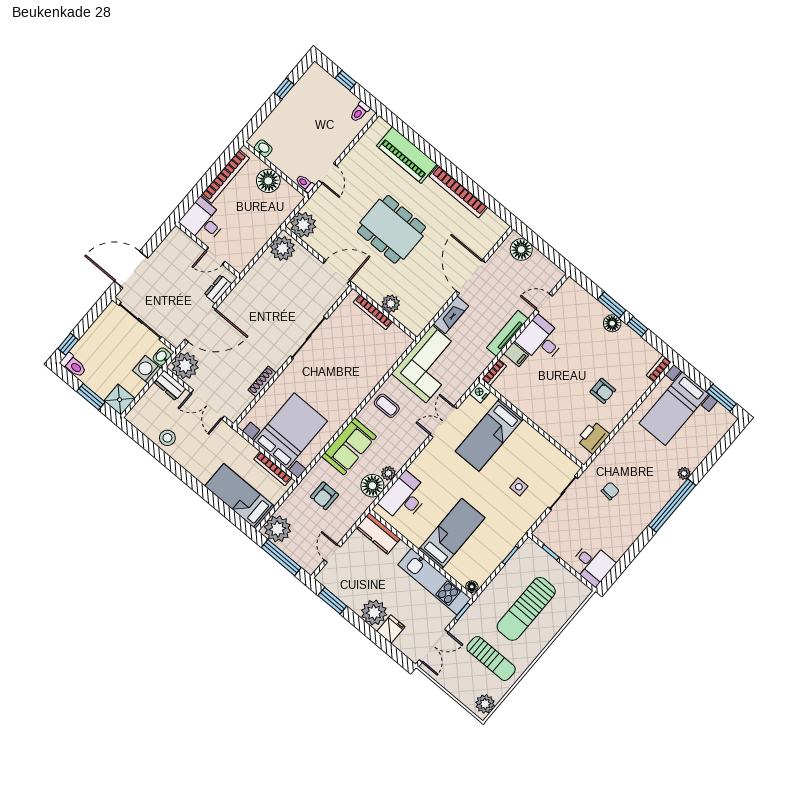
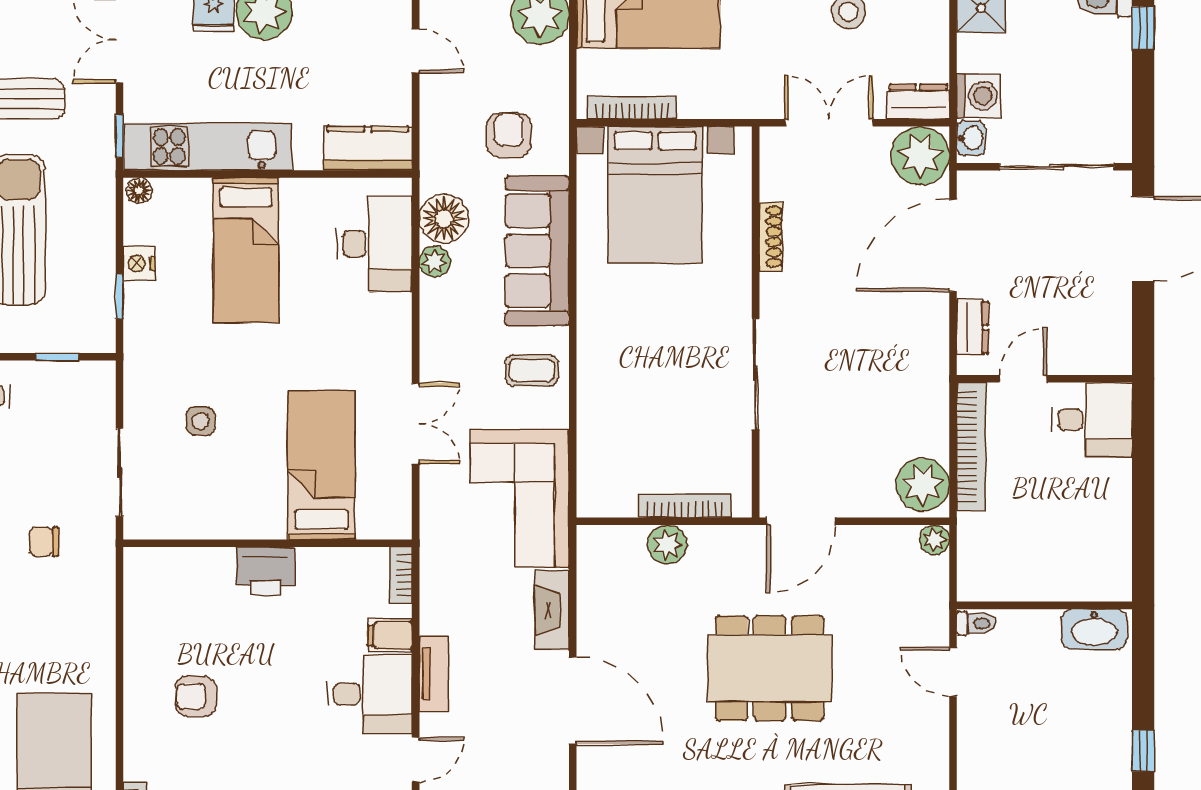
washbasin: (263, 148) -> (1094, 629), width x1.91, depth x1.45
bookcase: (225, 176) -> (971, 446), moved, turned 180
floor lamp: (268, 181) -> (1040, 576), removed
plant: (303, 225) -> (935, 540), width x0.53, depth x0.53
tv unit: (507, 333) -> (434, 674), width x0.71
nightstand: (480, 393) -> (139, 263), moved, turned 180
printer: (593, 437) -> (266, 571), moved, turned 90
sofa: (349, 446) -> (537, 251), width x1.36
chair: (610, 491) -> (44, 542), turned 85

